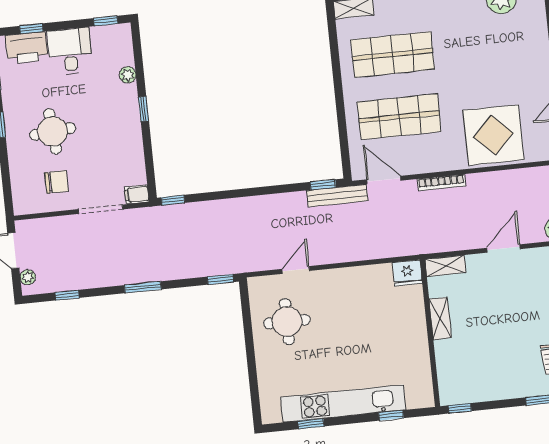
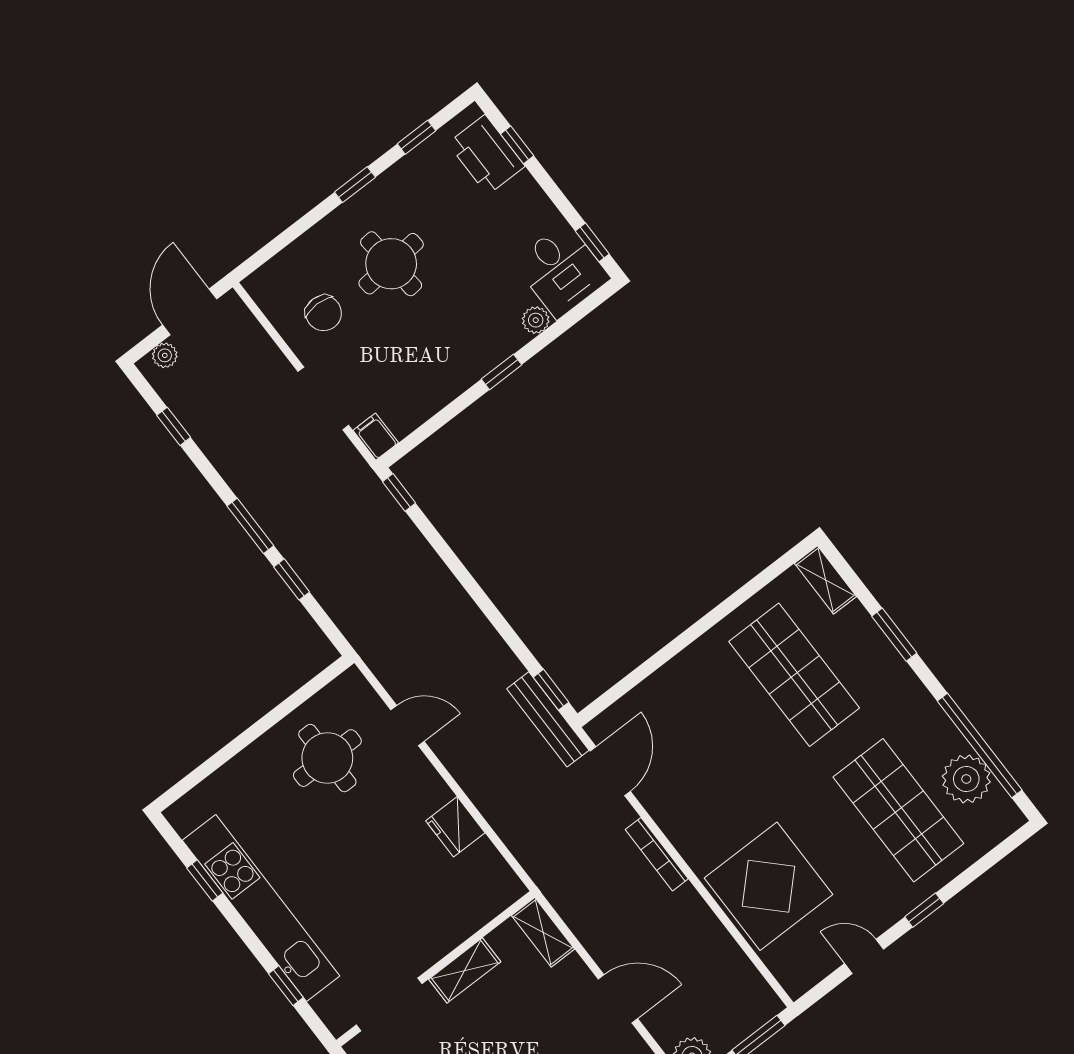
desk: (70, 51) -> (562, 270), moved, turned 90
shop shelf: (399, 117) -> (898, 810), moved
fridge: (407, 273) -> (455, 827), moved
window: (220, 279) -> (292, 579), moved
doorway: (434, 368) -> (389, 1004), added

